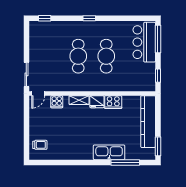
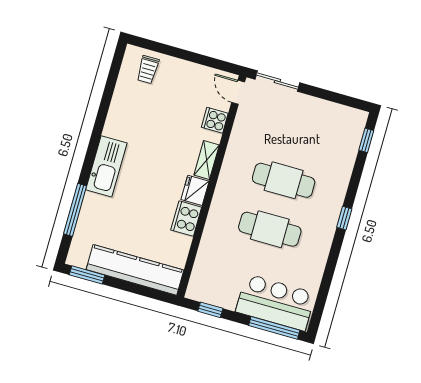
kitchen sink: (109, 152) -> (106, 166), moved

